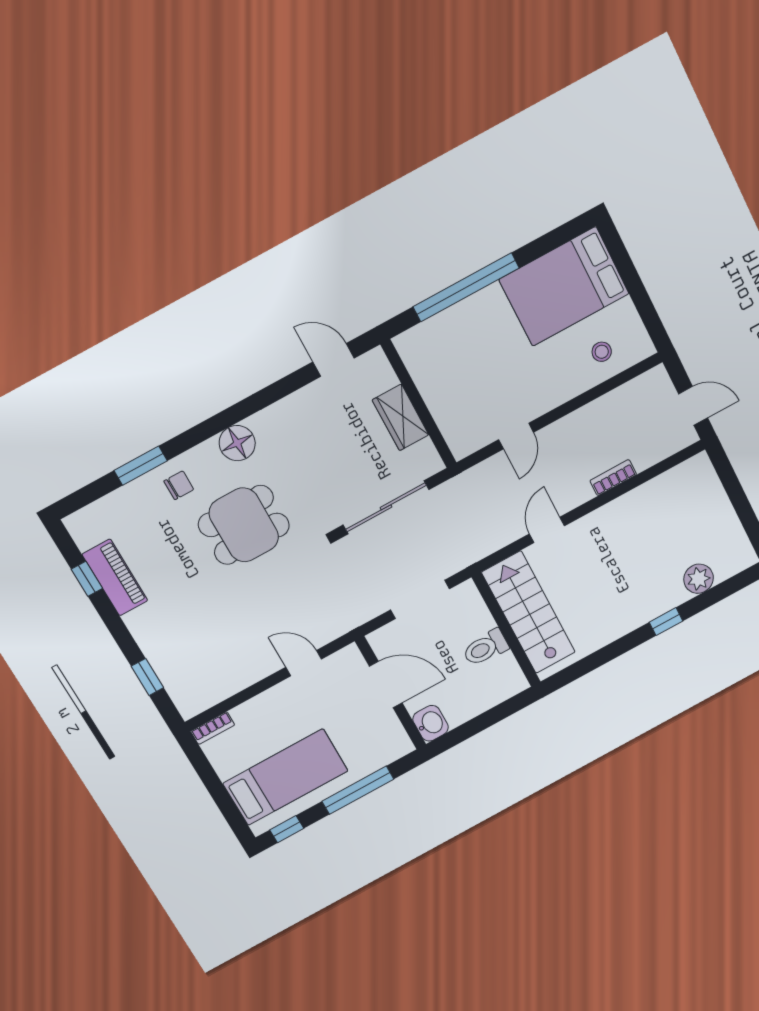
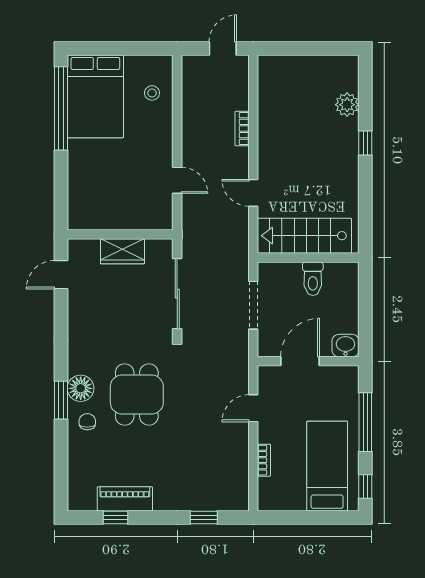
window: (466, 287) -> (61, 108), moved
floor lamp: (237, 443) -> (81, 388), moved
window: (141, 466) -> (61, 400), moved
bookcase: (213, 728) -> (264, 460), moved

